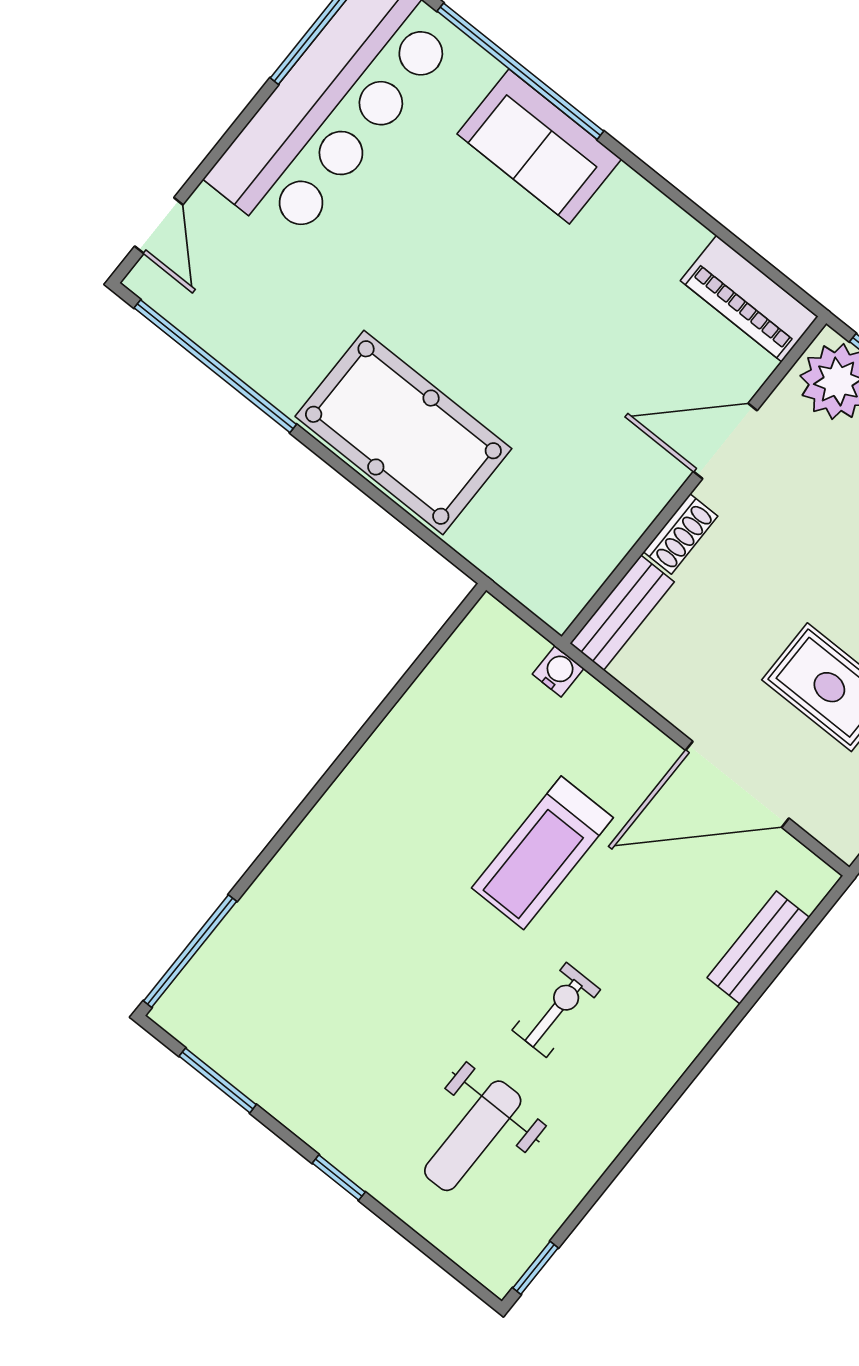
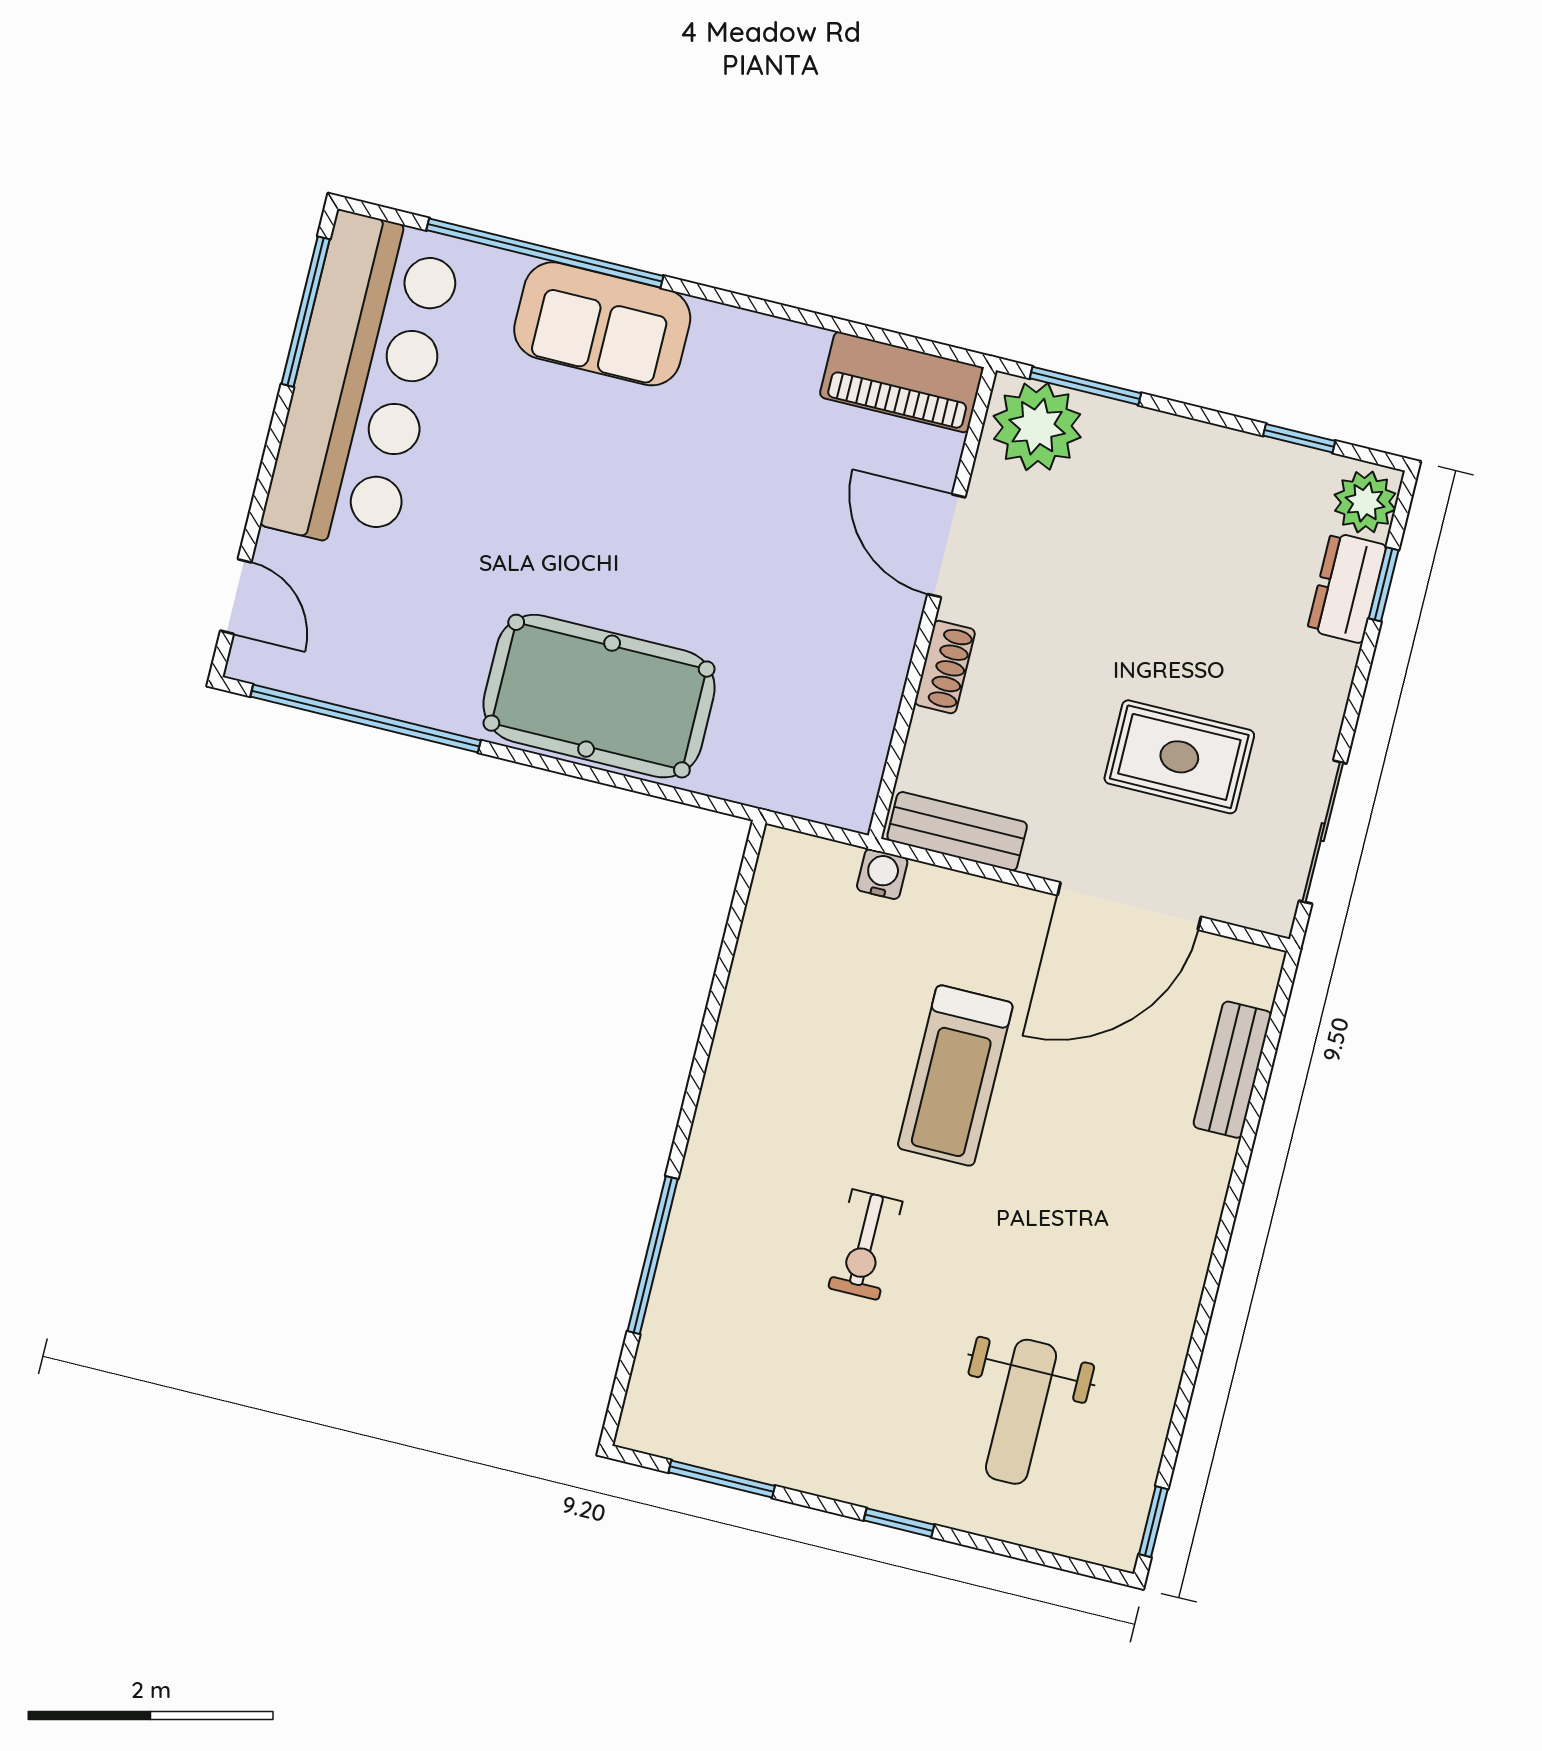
door: (725, 441) -> (946, 546), hinge flipped
bench: (622, 613) -> (957, 831), moved, turned 90
window: (190, 951) -> (653, 1255), moved
exercise bike: (556, 1010) -> (865, 1245), moved, turned 180

